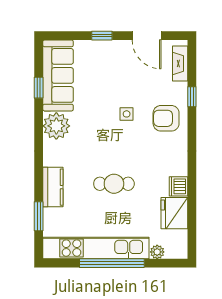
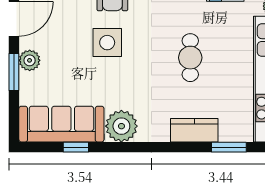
window: (102, 36) -> (14, 72), width x1.50
plant: (112, 49) -> (30, 60), added
side table: (127, 114) -> (107, 43), width x1.87, depth x1.87

